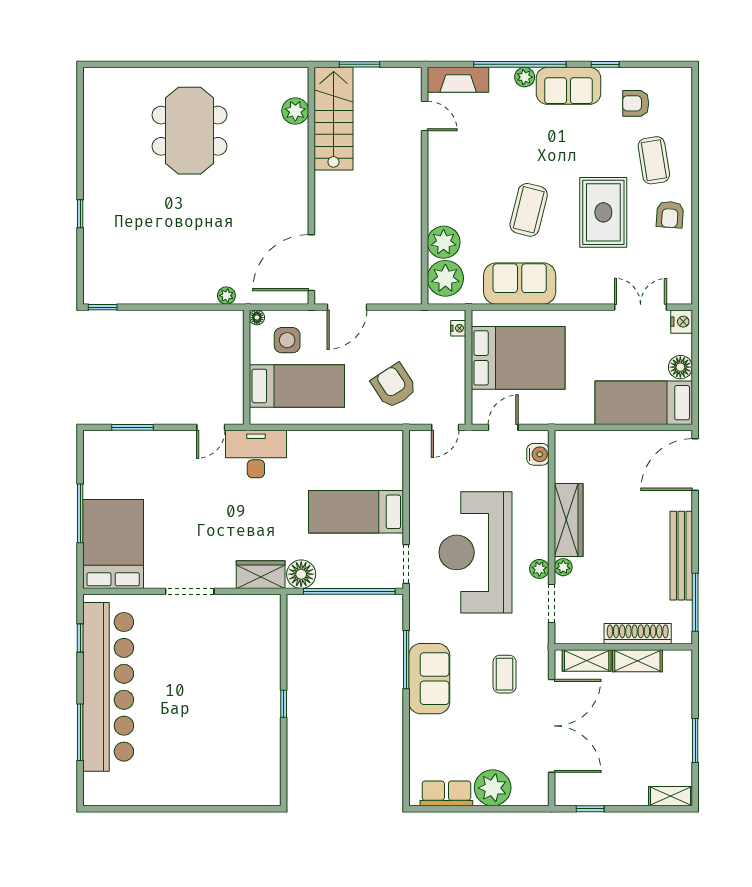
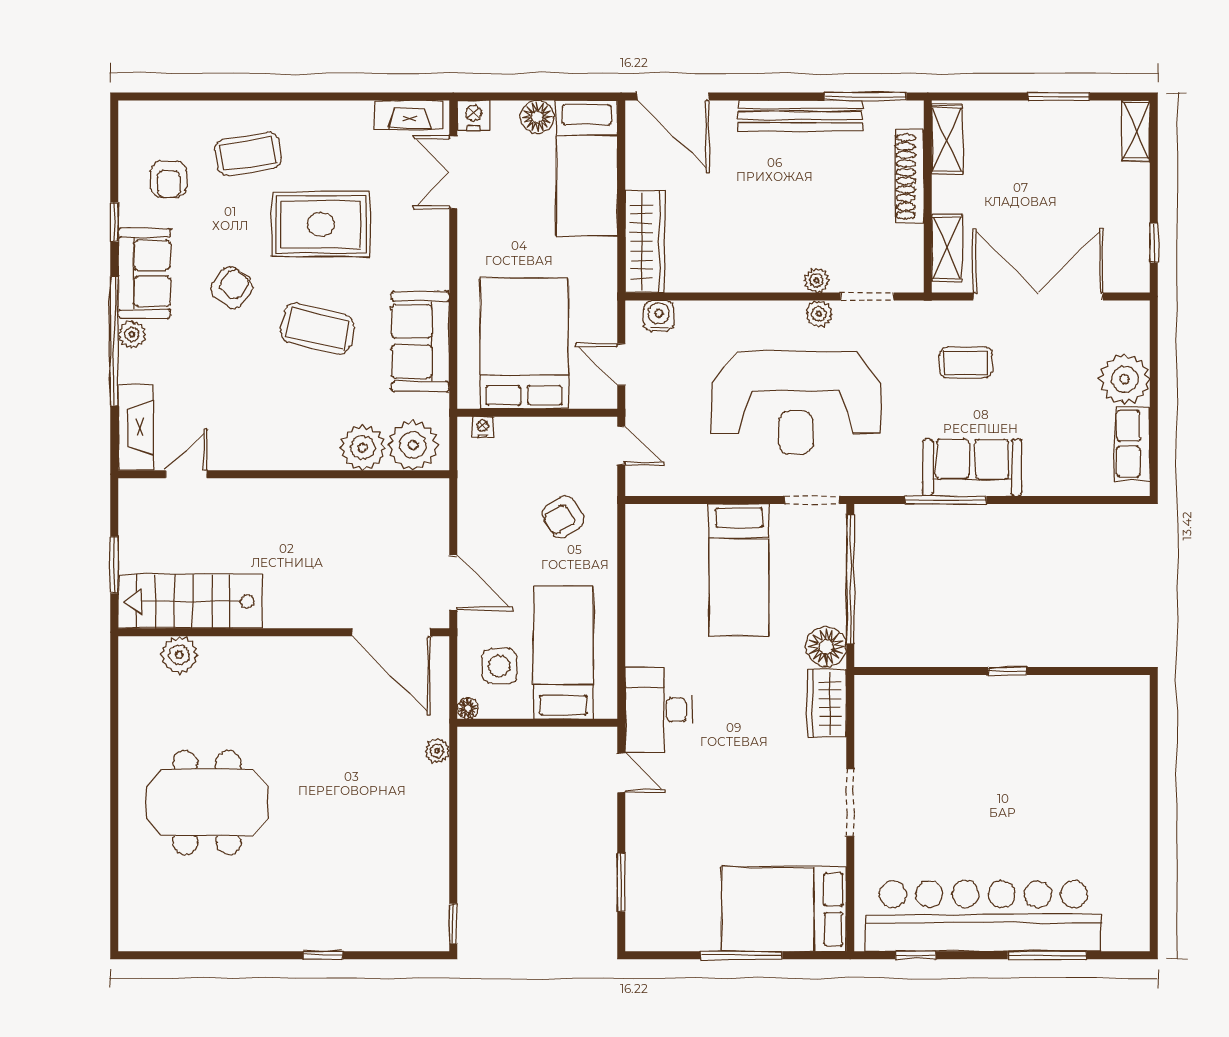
armchair: (670, 215) -> (232, 288), moved, turned -56
fireplace: (682, 276) -> (409, 115), added
armchair: (394, 386) -> (563, 517), width x0.72, depth x0.72
wardrobe: (569, 520) -> (645, 242), moved, turned 90
shelving: (637, 661) -> (947, 139), moved

